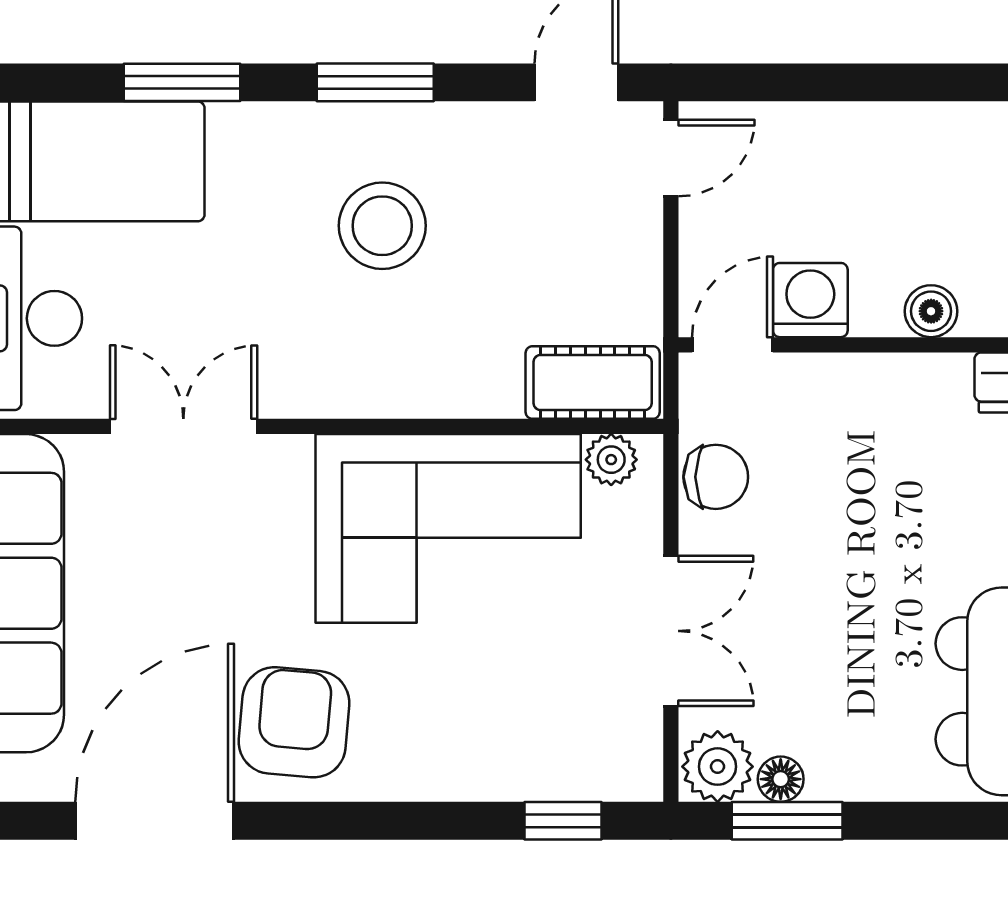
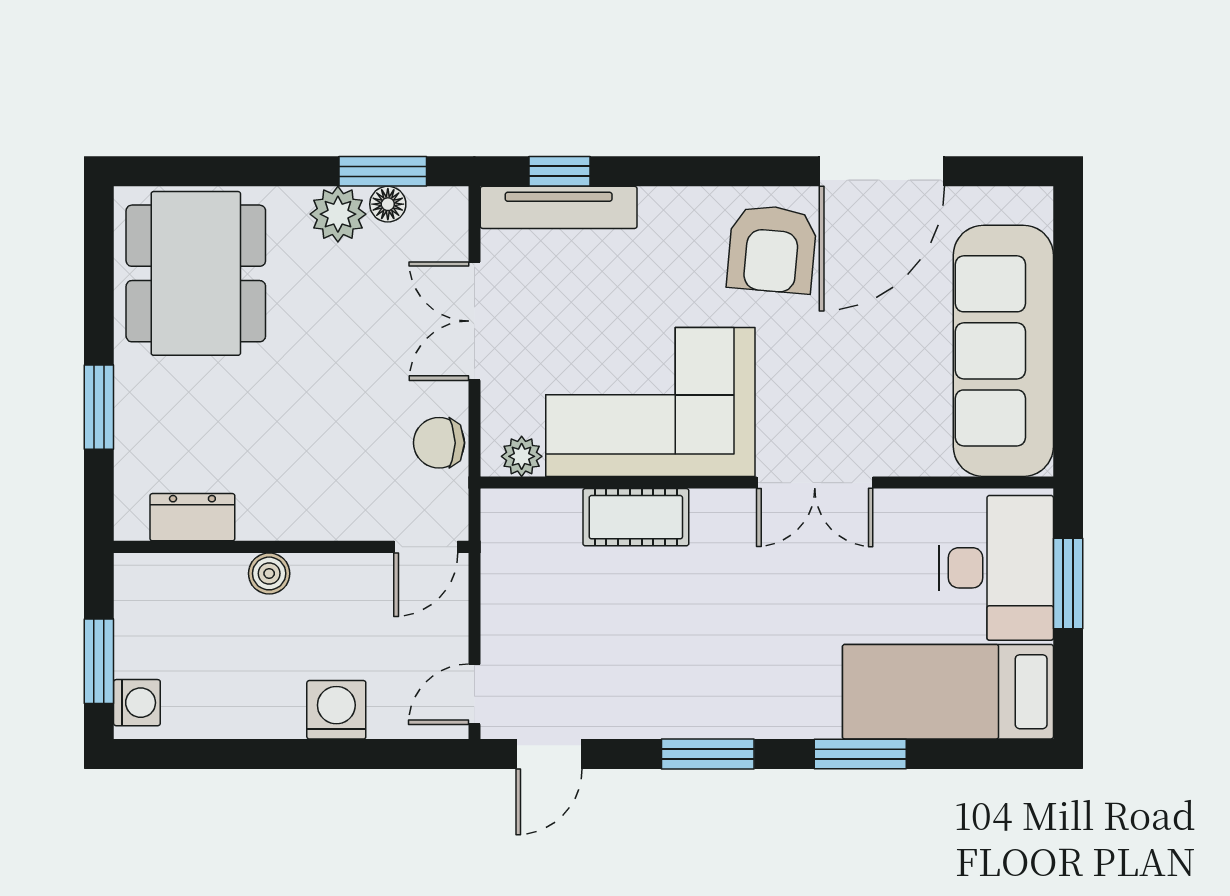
stool: (382, 226) -> (702, 641), removed
washing machine: (810, 300) -> (336, 710), moved, turned 180
cot: (593, 383) -> (636, 517), moved
double door: (183, 426) -> (815, 483), moved
plant: (718, 767) -> (338, 214), moved
tv unit: (564, 775) -> (559, 207), added

